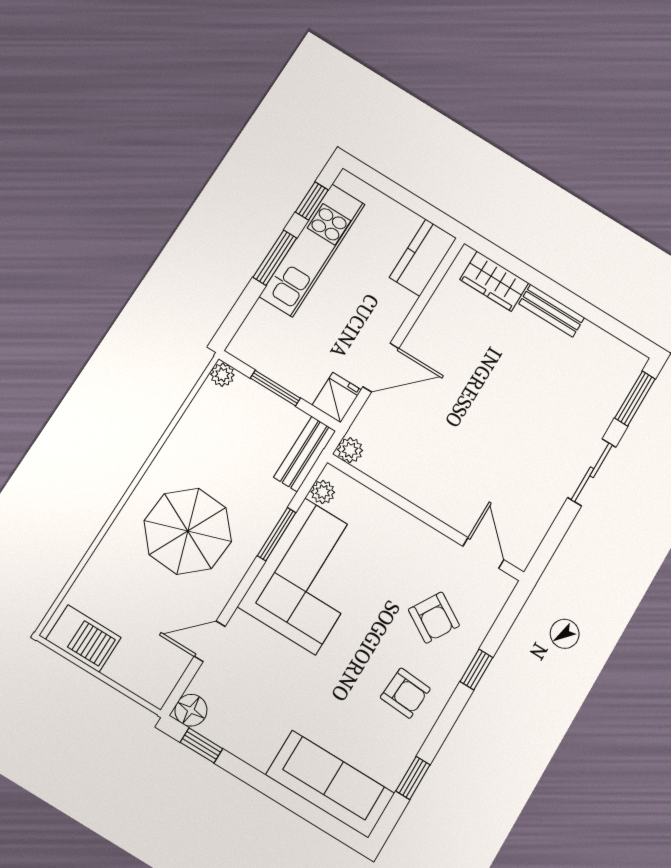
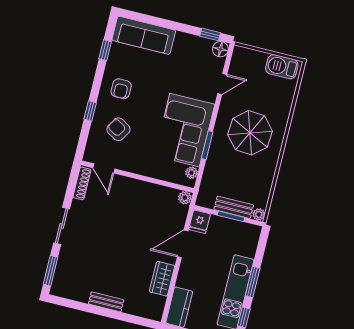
wardrobe: (494, 281) -> (162, 279), moved, turned -90
bench: (305, 454) -> (234, 207), moved, turned 90
shoe rack: (532, 538) -> (82, 183), added
armchair: (405, 693) -> (121, 89), turned -94

